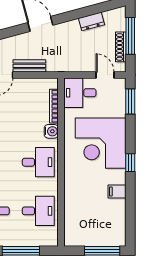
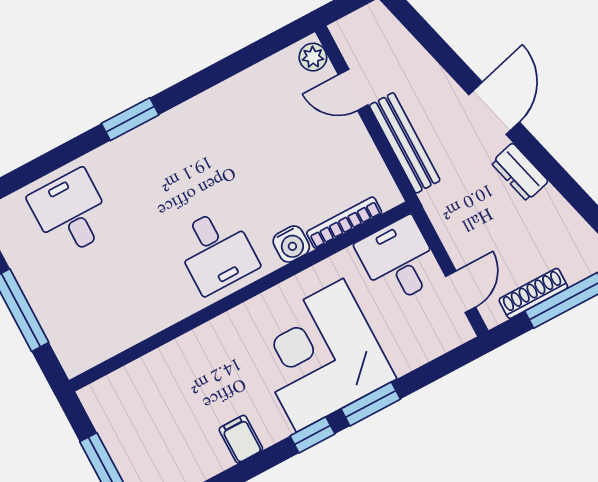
dresser: (92, 21) -> (520, 172), moved
bench: (29, 66) -> (405, 143), width x1.36
window: (130, 102) -> (371, 404), moved
desk: (38, 211) -> (119, 303), removed

